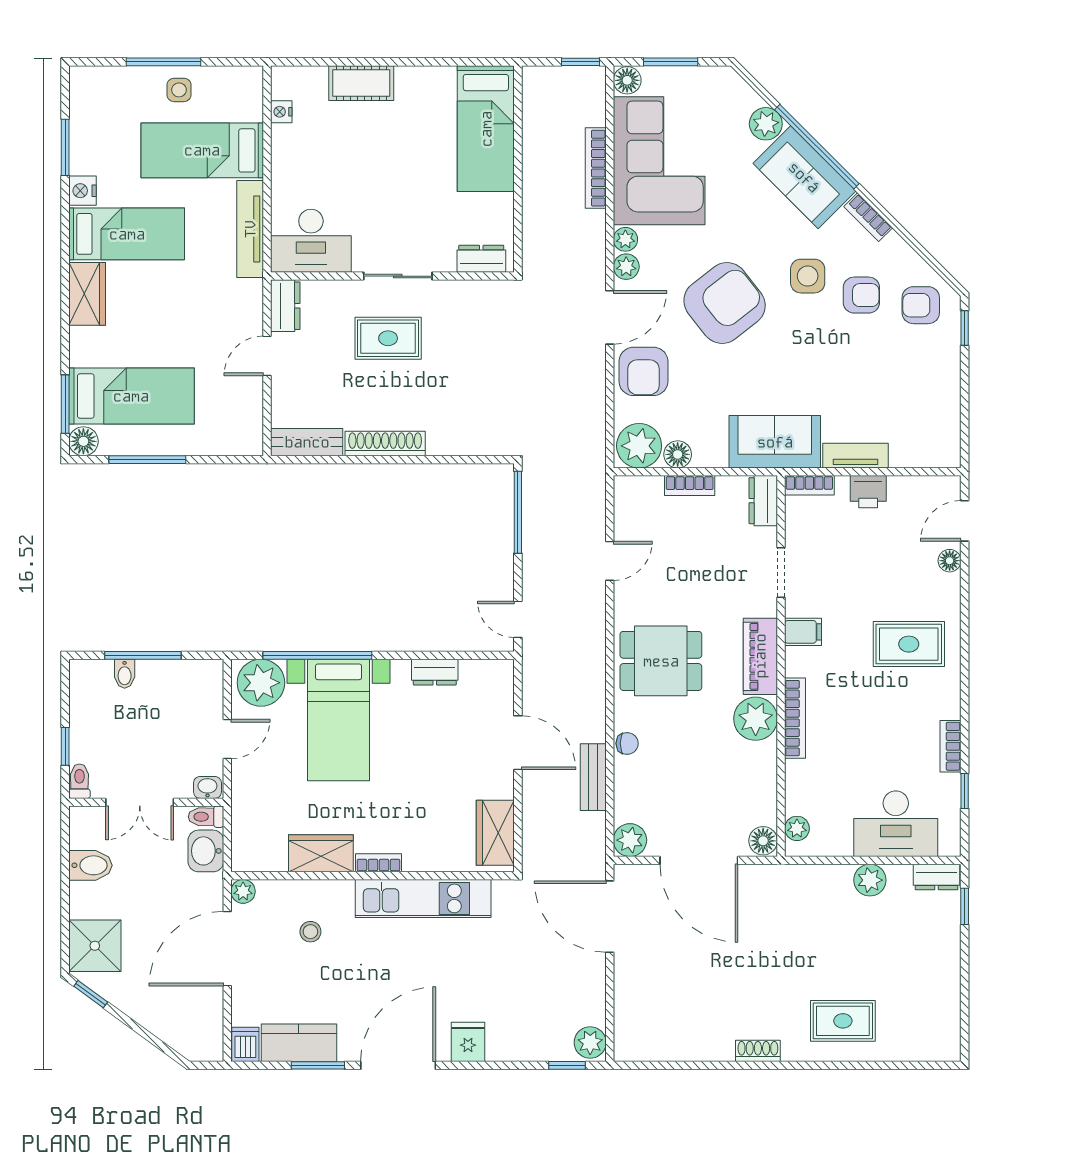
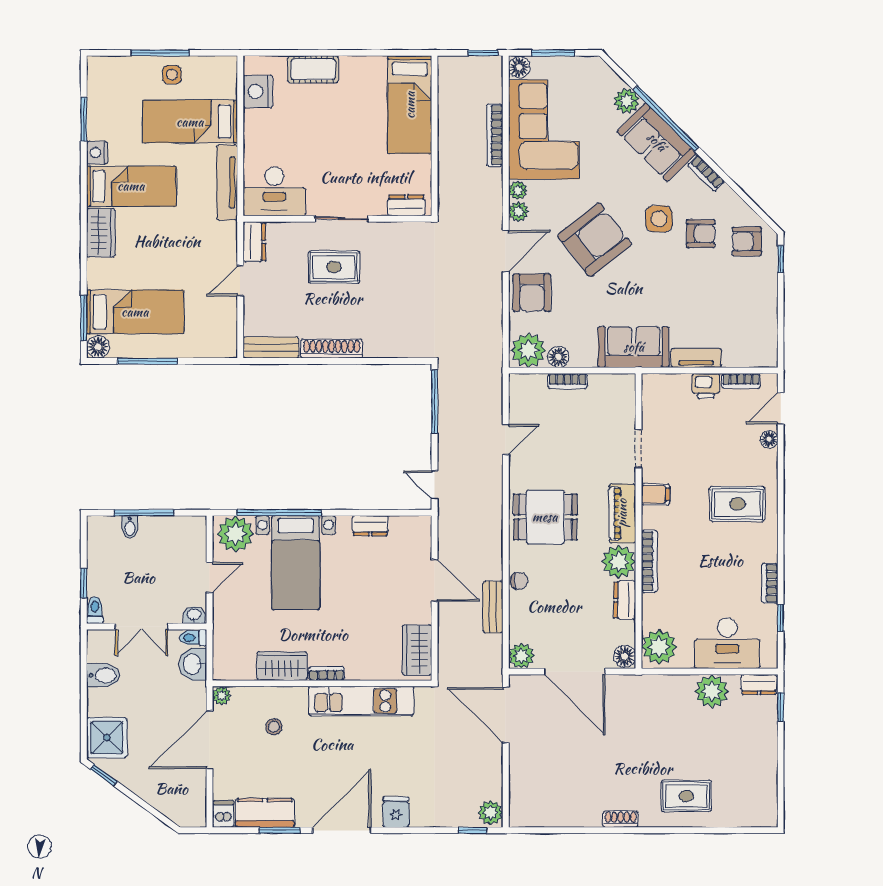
nightstand: (281, 112) -> (258, 92), width x1.89, depth x1.79
bookcase: (809, 485) -> (741, 381), moved
dresser: (763, 501) -> (625, 600), moved
plant: (797, 828) -> (659, 647), width x1.87, depth x1.87
plant: (870, 880) -> (712, 691), width x1.36, depth x1.36

